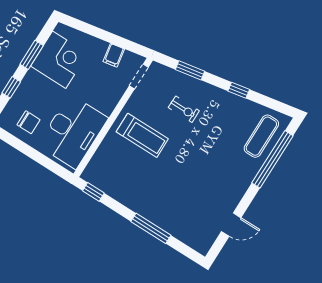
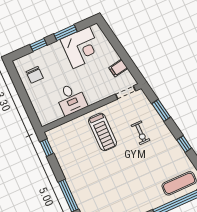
desk: (73, 132) -> (71, 99), width x0.53, depth x0.77

